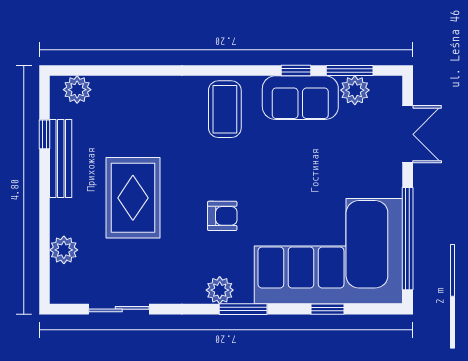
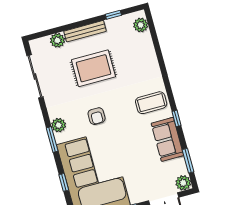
window: (296, 70) -> (176, 118), moved
plant: (355, 90) -> (183, 183), moved
bench: (61, 158) -> (85, 31), moved
sliding door: (119, 309) -> (35, 76), width x1.37

